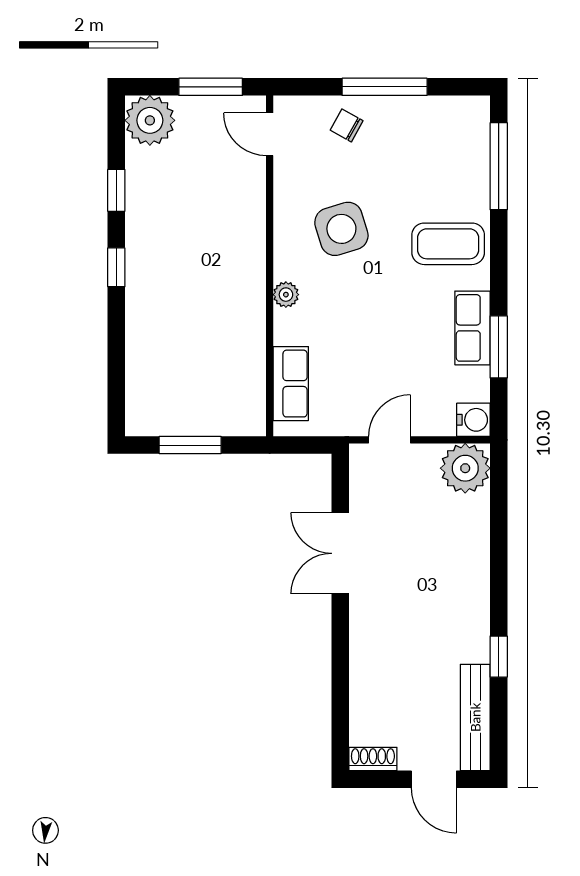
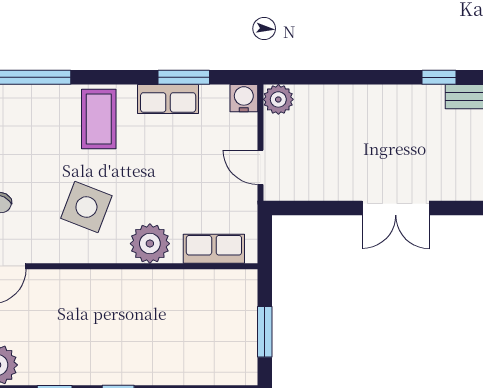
side table: (341, 229) -> (86, 207), turned 38
plant: (286, 295) -> (150, 244), width x1.87, depth x1.87
plant: (465, 468) -> (278, 99), width x0.73, depth x0.73
double door: (340, 553) -> (396, 208), moved

